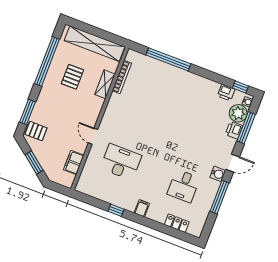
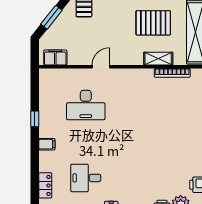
pallet: (72, 77) -> (153, 23), width x1.50, depth x1.42
desk: (121, 162) -> (86, 105), turned 90
filing cabinet: (74, 163) -> (55, 57), moved

